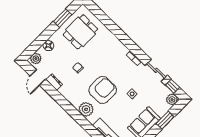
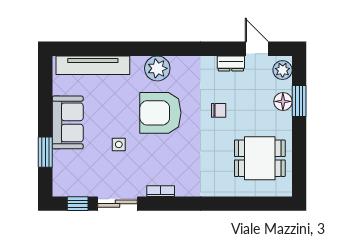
window: (63, 18) -> (299, 101), moved
dining table: (80, 32) -> (260, 158), turned 90
armchair: (103, 90) -> (160, 113), turned 90
plant: (172, 99) -> (62, 187), removed

